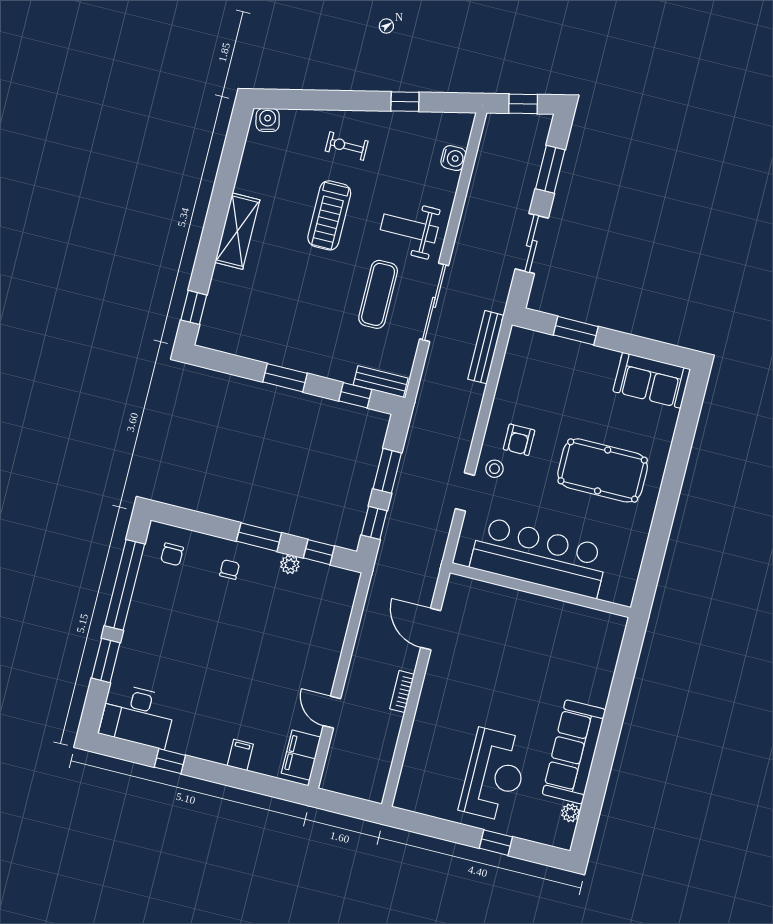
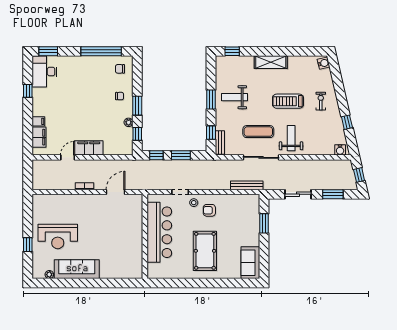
water cooler: (453, 158) -> (340, 150), moved
weight bench: (293, 327) -> (235, 97), added
window: (106, 660) -> (48, 51), moved
filing cabinet: (323, 662) -> (89, 148), added
filing cabinet: (301, 755) -> (39, 137), moved, turned 90

